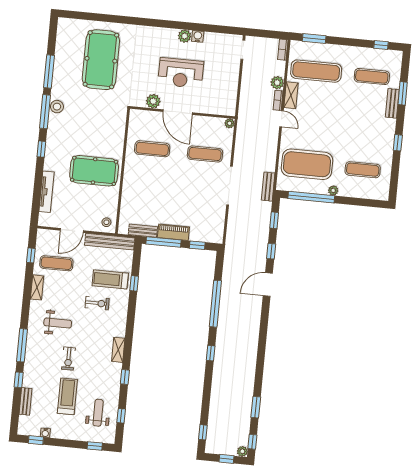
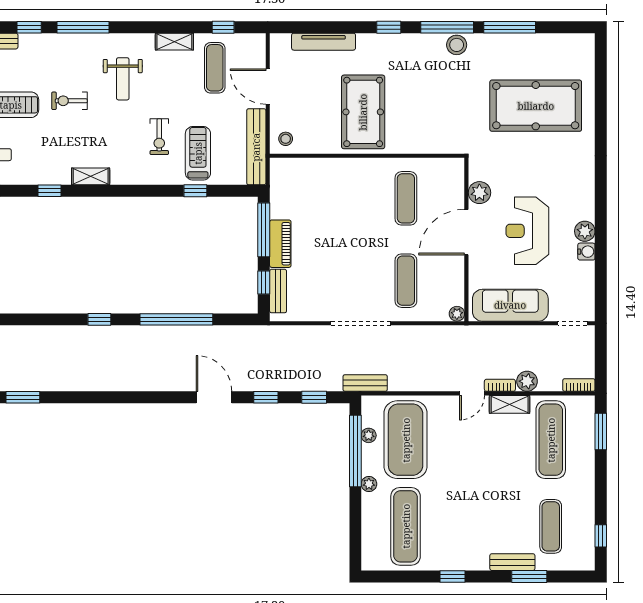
sofa: (227, 89) -> (510, 305), added
exercise mat: (363, 170) -> (406, 526), width x1.36, depth x1.45
plant: (302, 188) -> (369, 435), added
bench: (143, 231) -> (278, 291), moved

